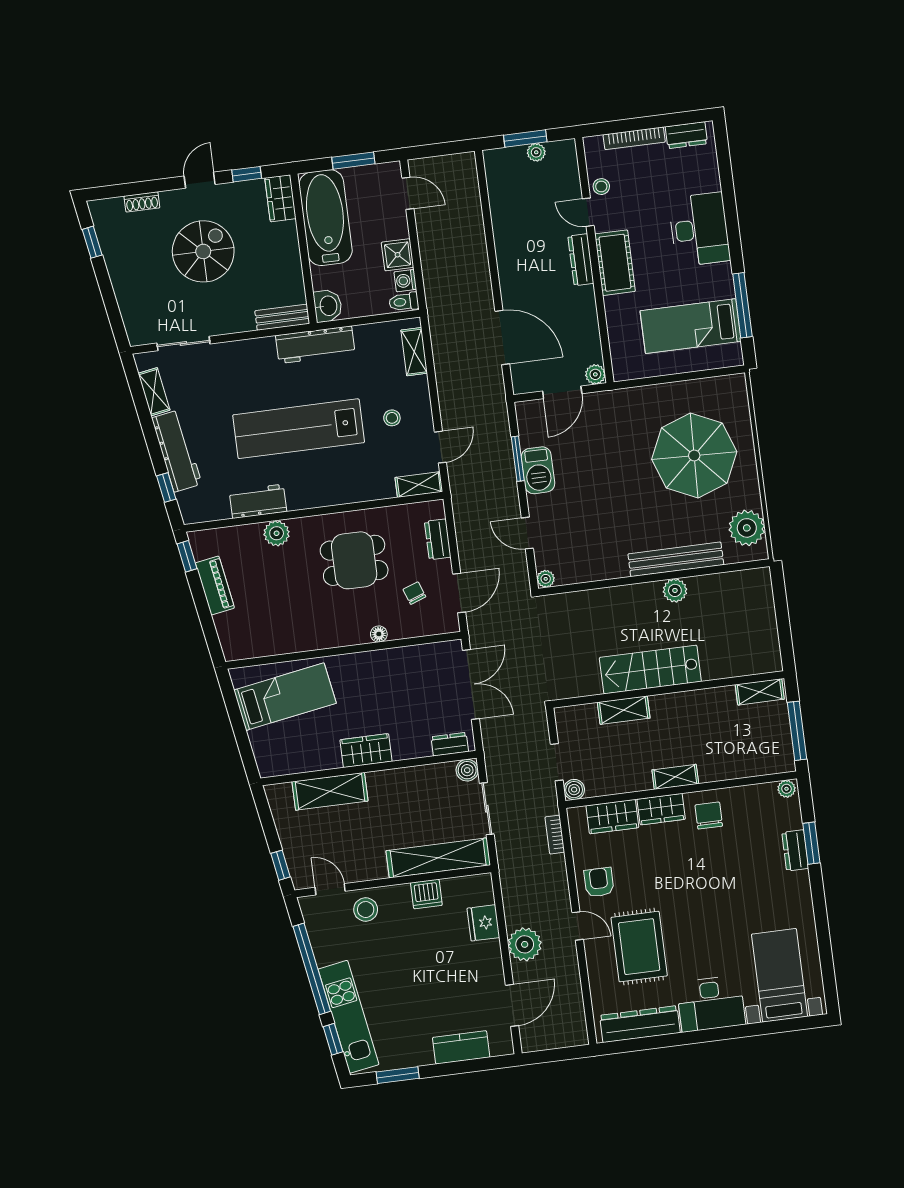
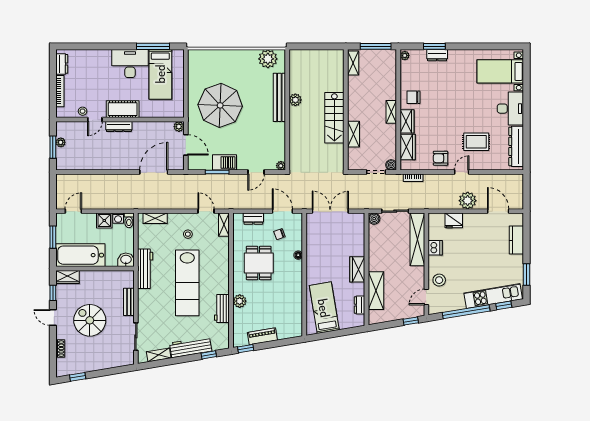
desk: (699, 229) -> (130, 64), moved
bench: (282, 317) -> (129, 302), moved
parasol: (694, 455) -> (220, 105), moved
dresser: (450, 744) -> (360, 305), moved
rug: (639, 947) -> (476, 142), width x0.73, depth x0.70

